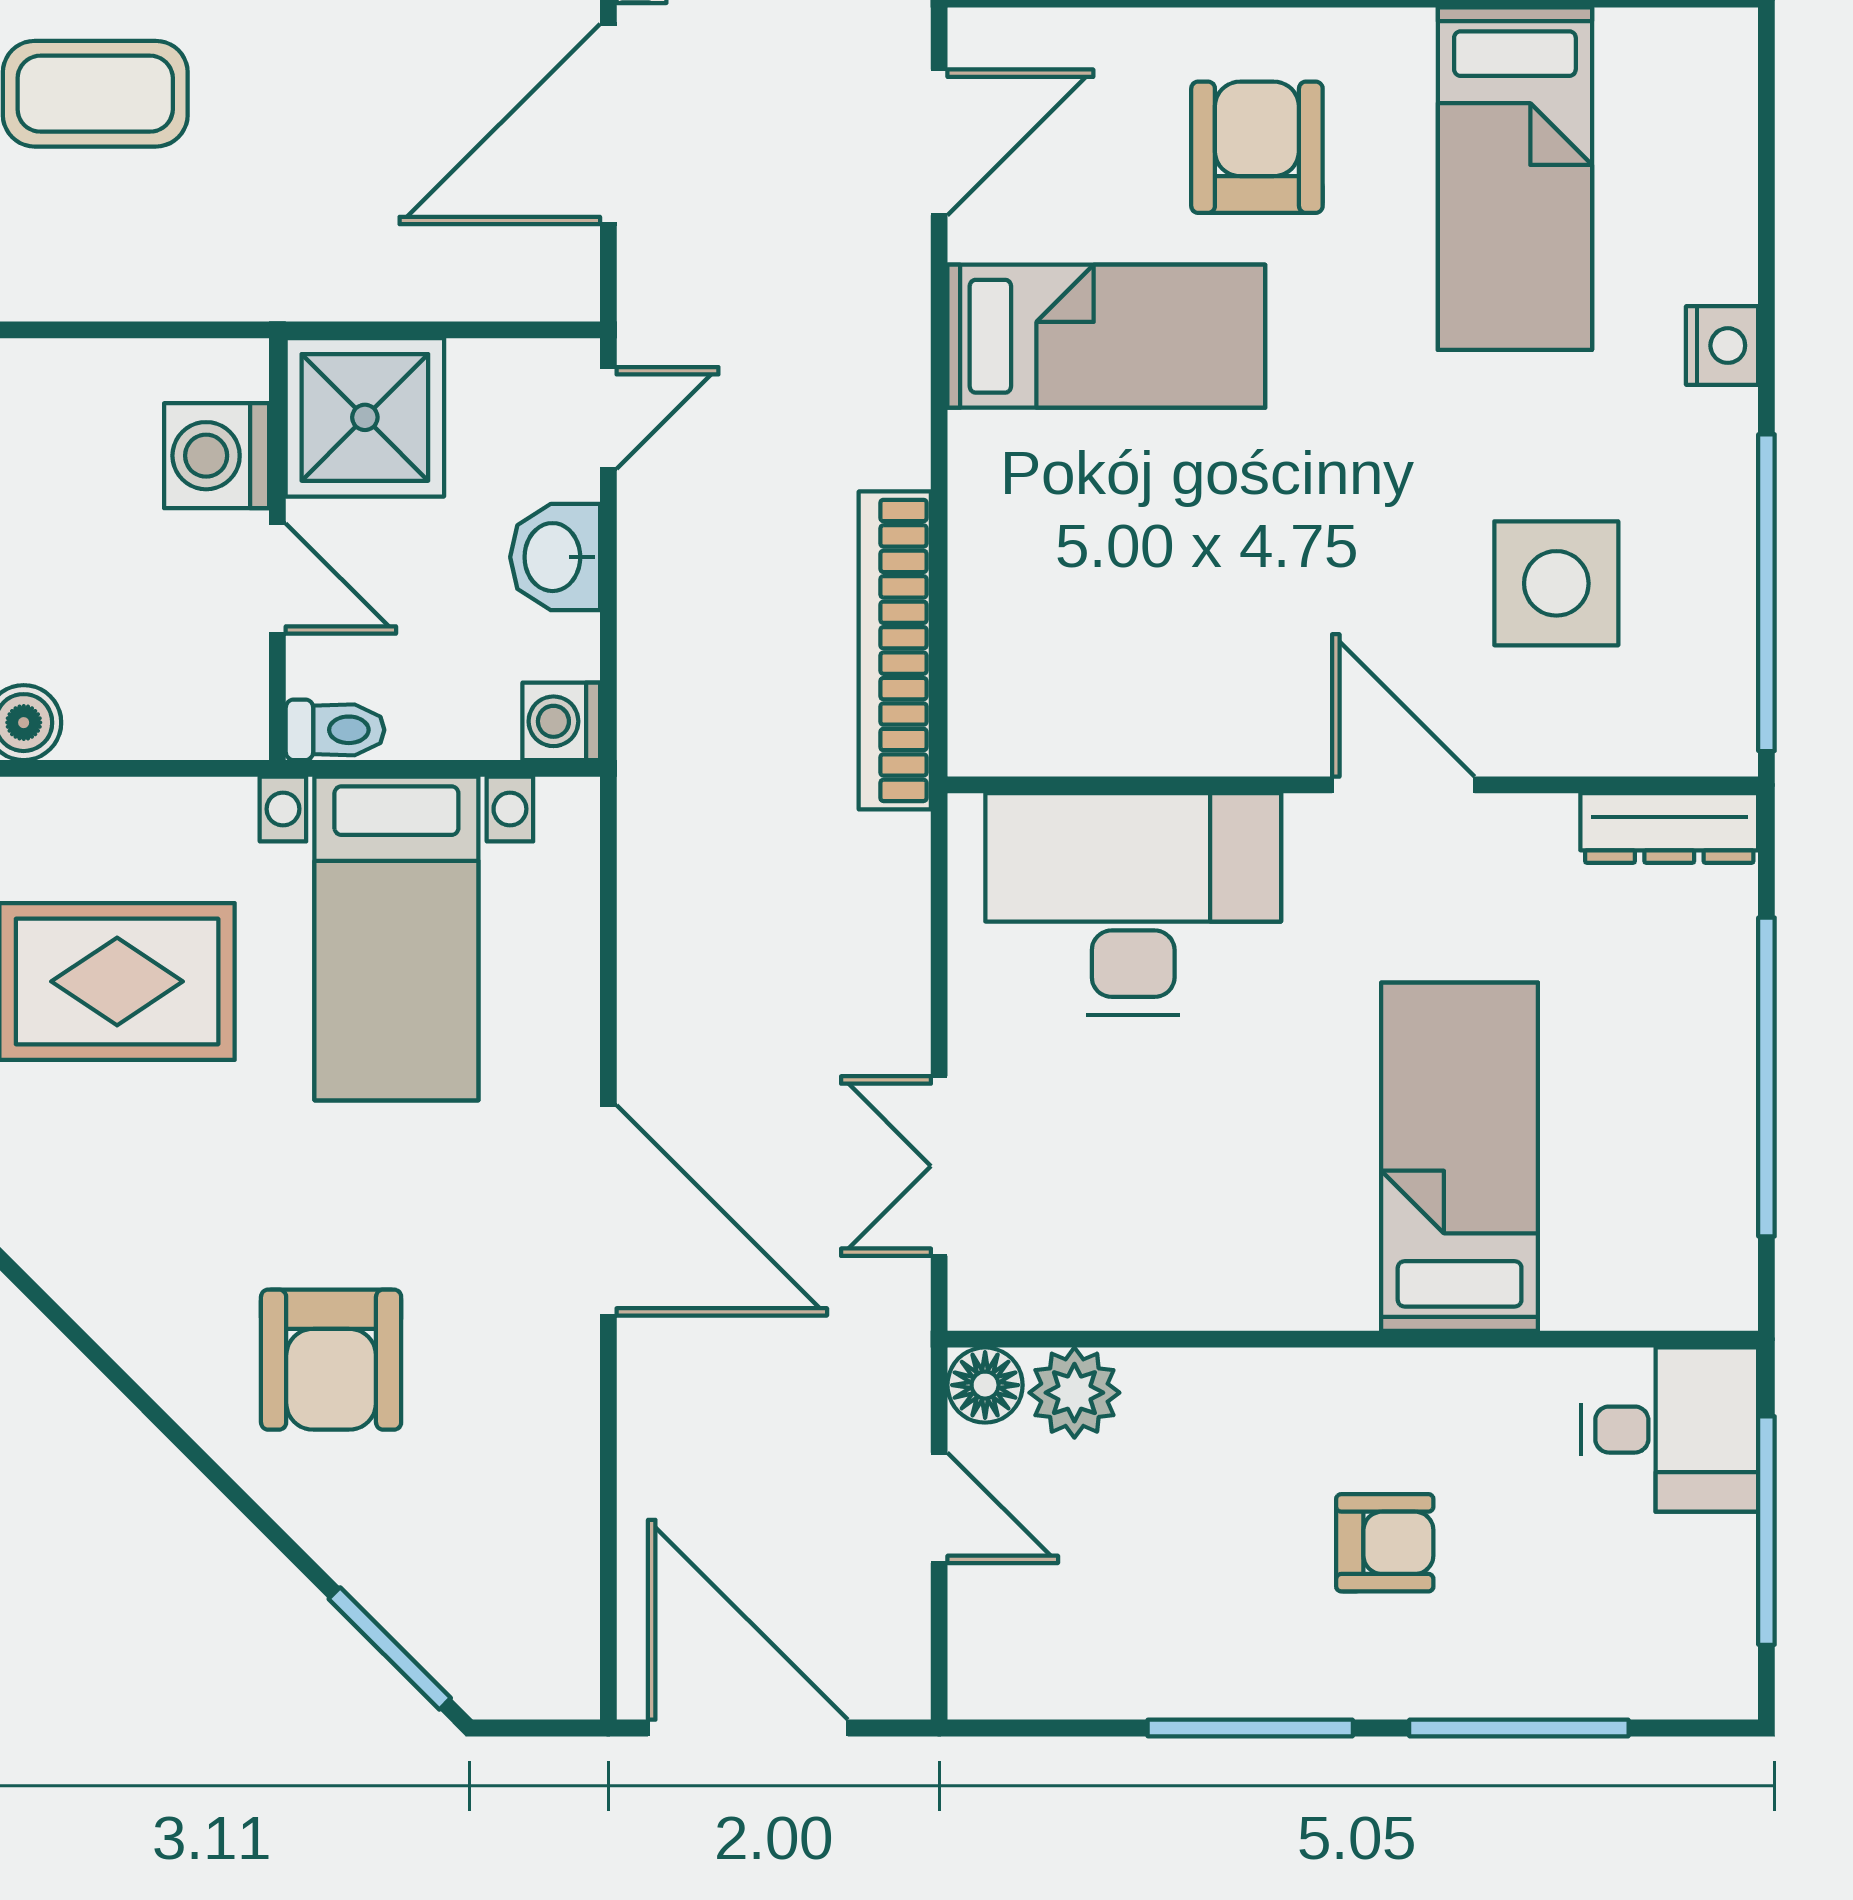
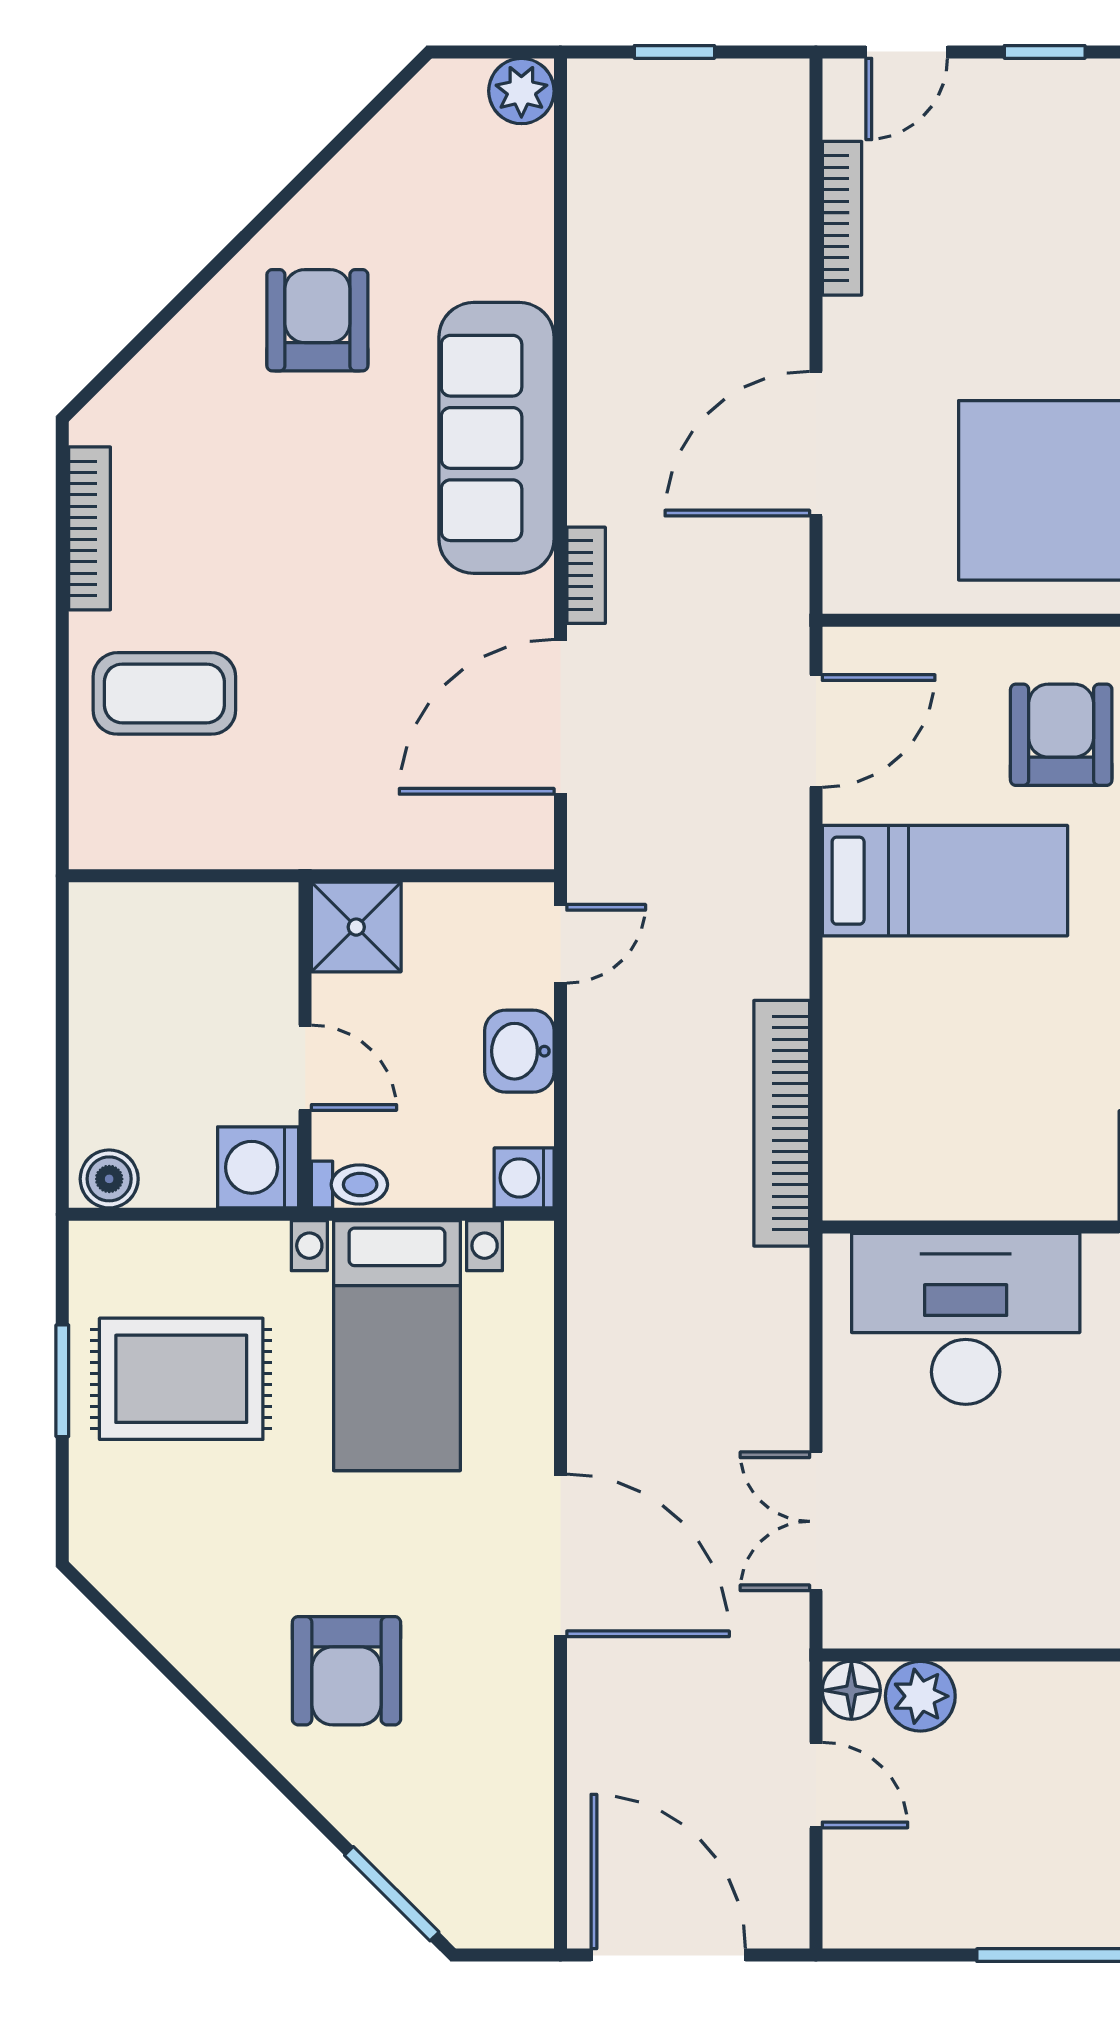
shower: (365, 417) -> (356, 927), width x0.73, depth x0.73
washing machine: (217, 456) -> (258, 1167), moved

